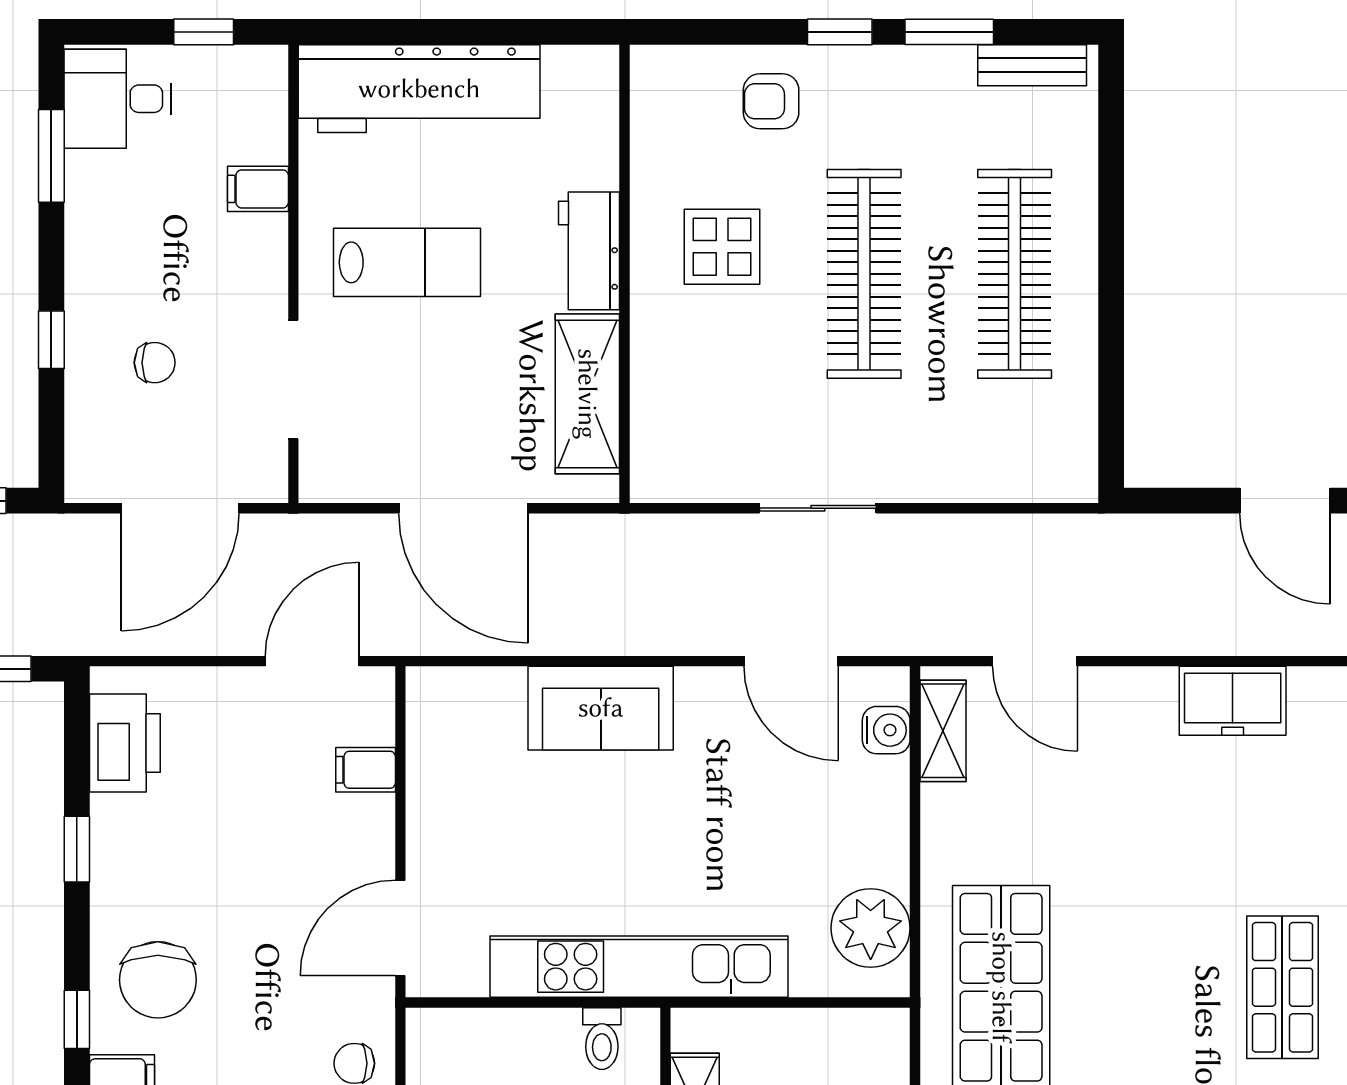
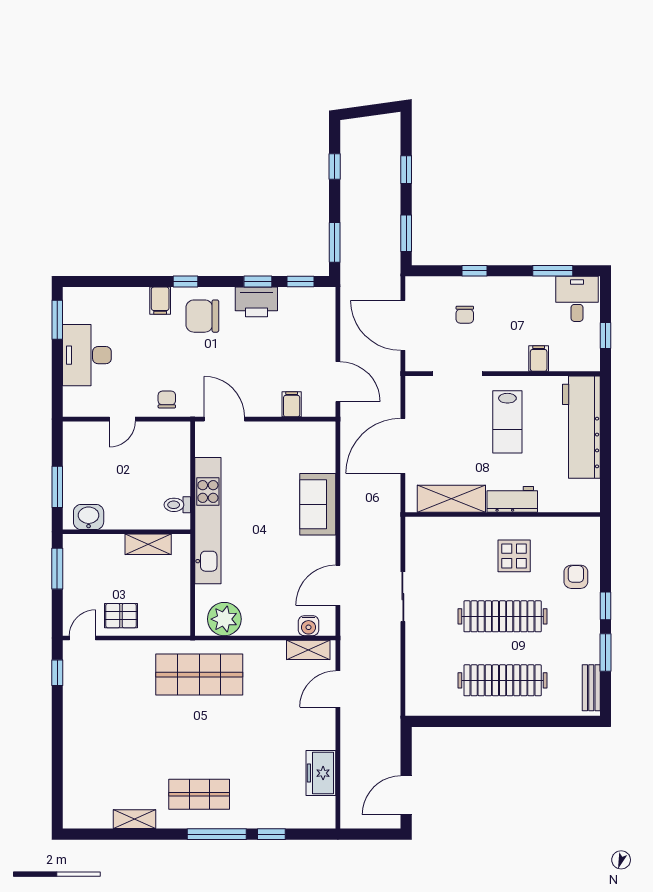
printer: (125, 743) -> (256, 302), moved
window: (77, 749) -> (301, 282), added

